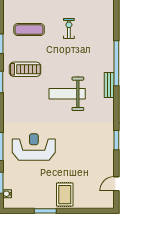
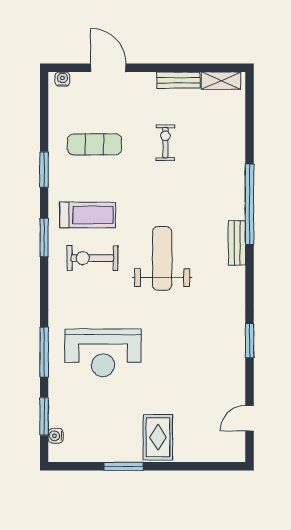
exercise bike: (28, 94) -> (92, 258), added
weight bench: (67, 94) -> (162, 258), turned 90
reception desk: (34, 147) -> (103, 353), turned 180

